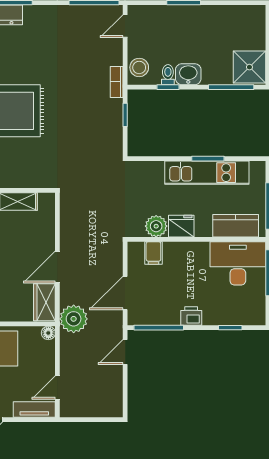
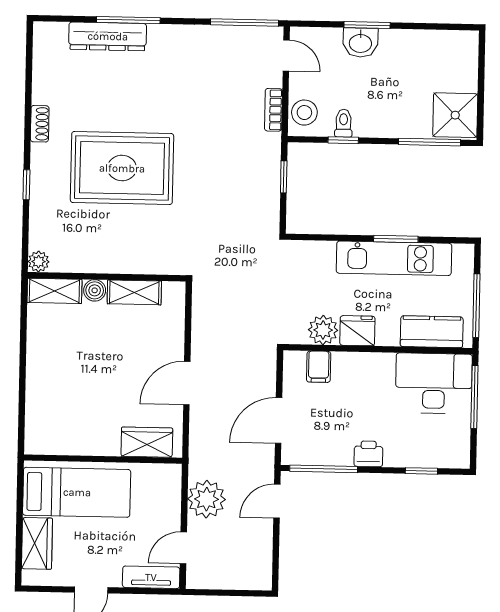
door: (125, 26) -> (286, 55), swing flipped
washbasin: (188, 74) -> (360, 43), moved, turned 180
bookcase: (117, 82) -> (273, 110), moved
wardrobe: (44, 302) -> (147, 442), moved, turned 90
plant: (74, 319) -> (207, 499), moved
floor lamp: (48, 333) -> (173, 473), removed

